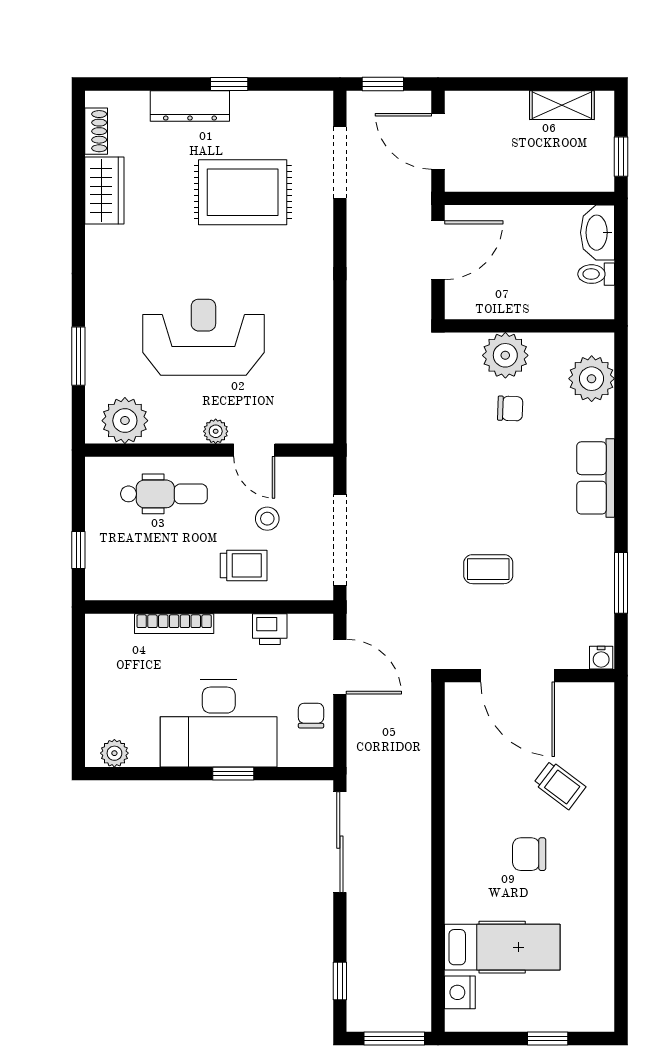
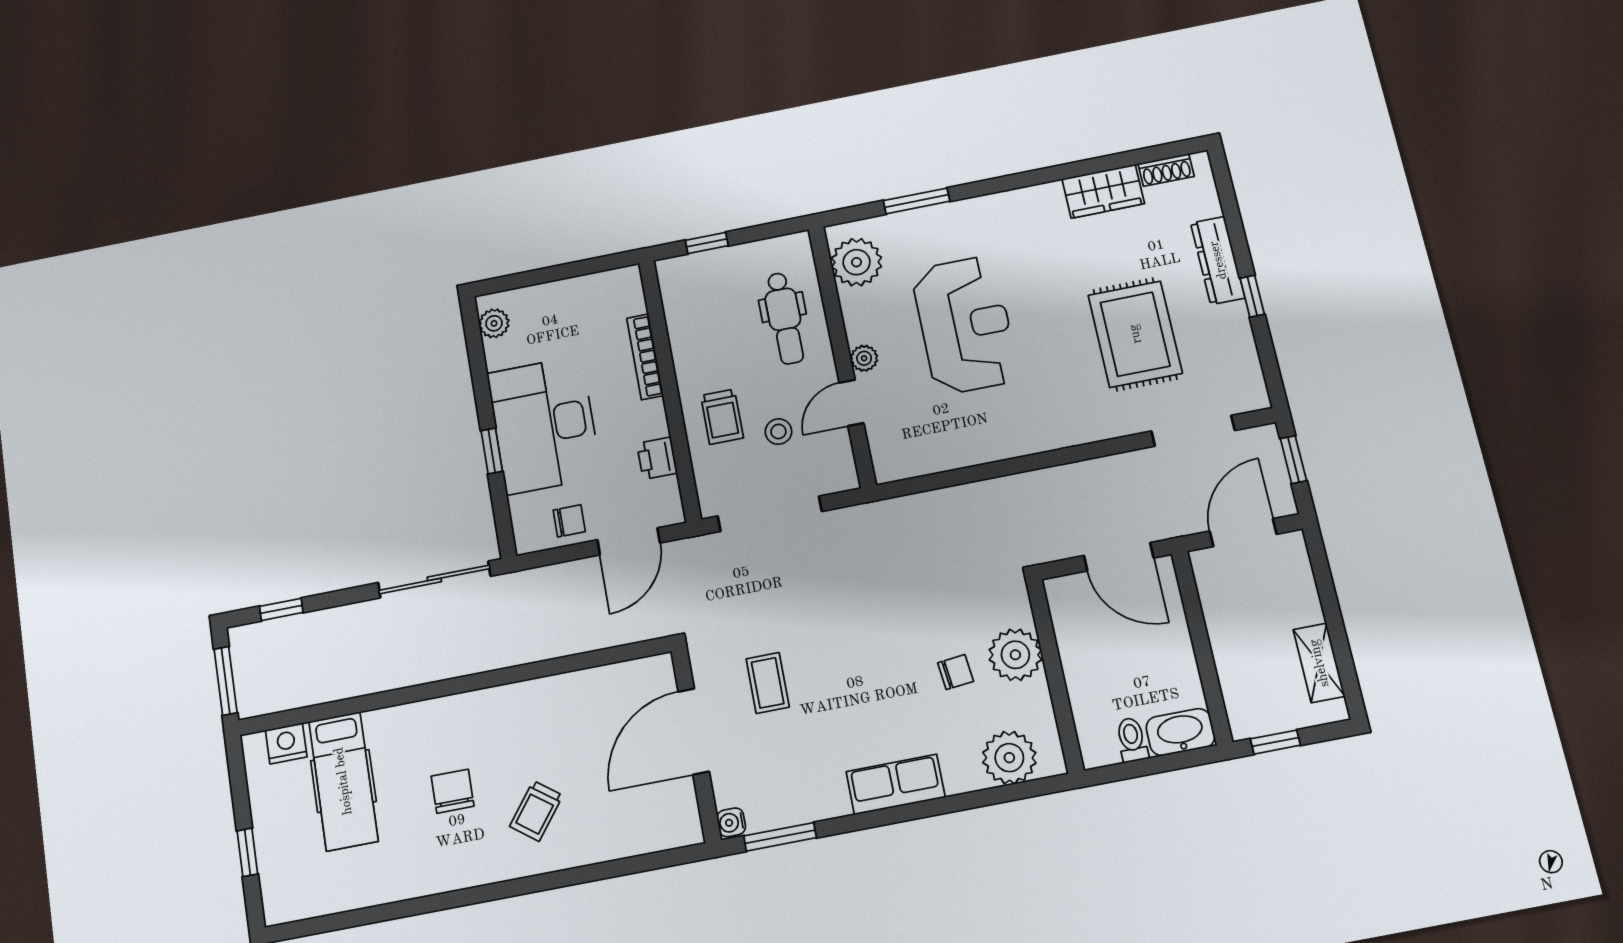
chair: (510, 408) -> (956, 672), turned -98
water cooler: (601, 658) -> (731, 822), moved
door: (518, 676) -> (694, 731), moved
wall: (530, 676) -> (696, 745), moved

